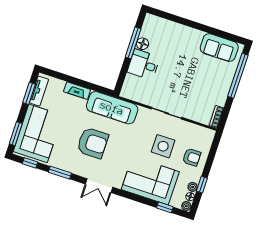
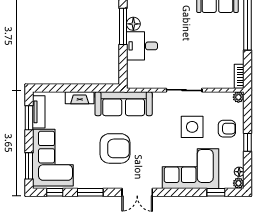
window: (202, 185) -> (248, 142), moved
plant: (193, 187) -> (238, 97), moved

